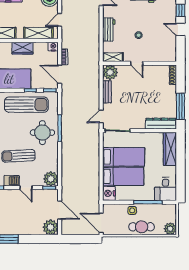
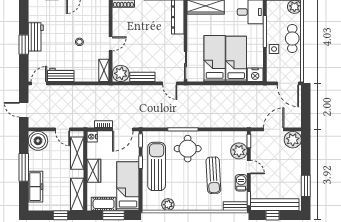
workbench: (109, 30) -> (61, 75), moved
plant: (51, 179) -> (239, 151), moved
door: (26, 188) -> (249, 167), hinge flipped
door: (101, 223) -> (288, 83), hinge flipped

